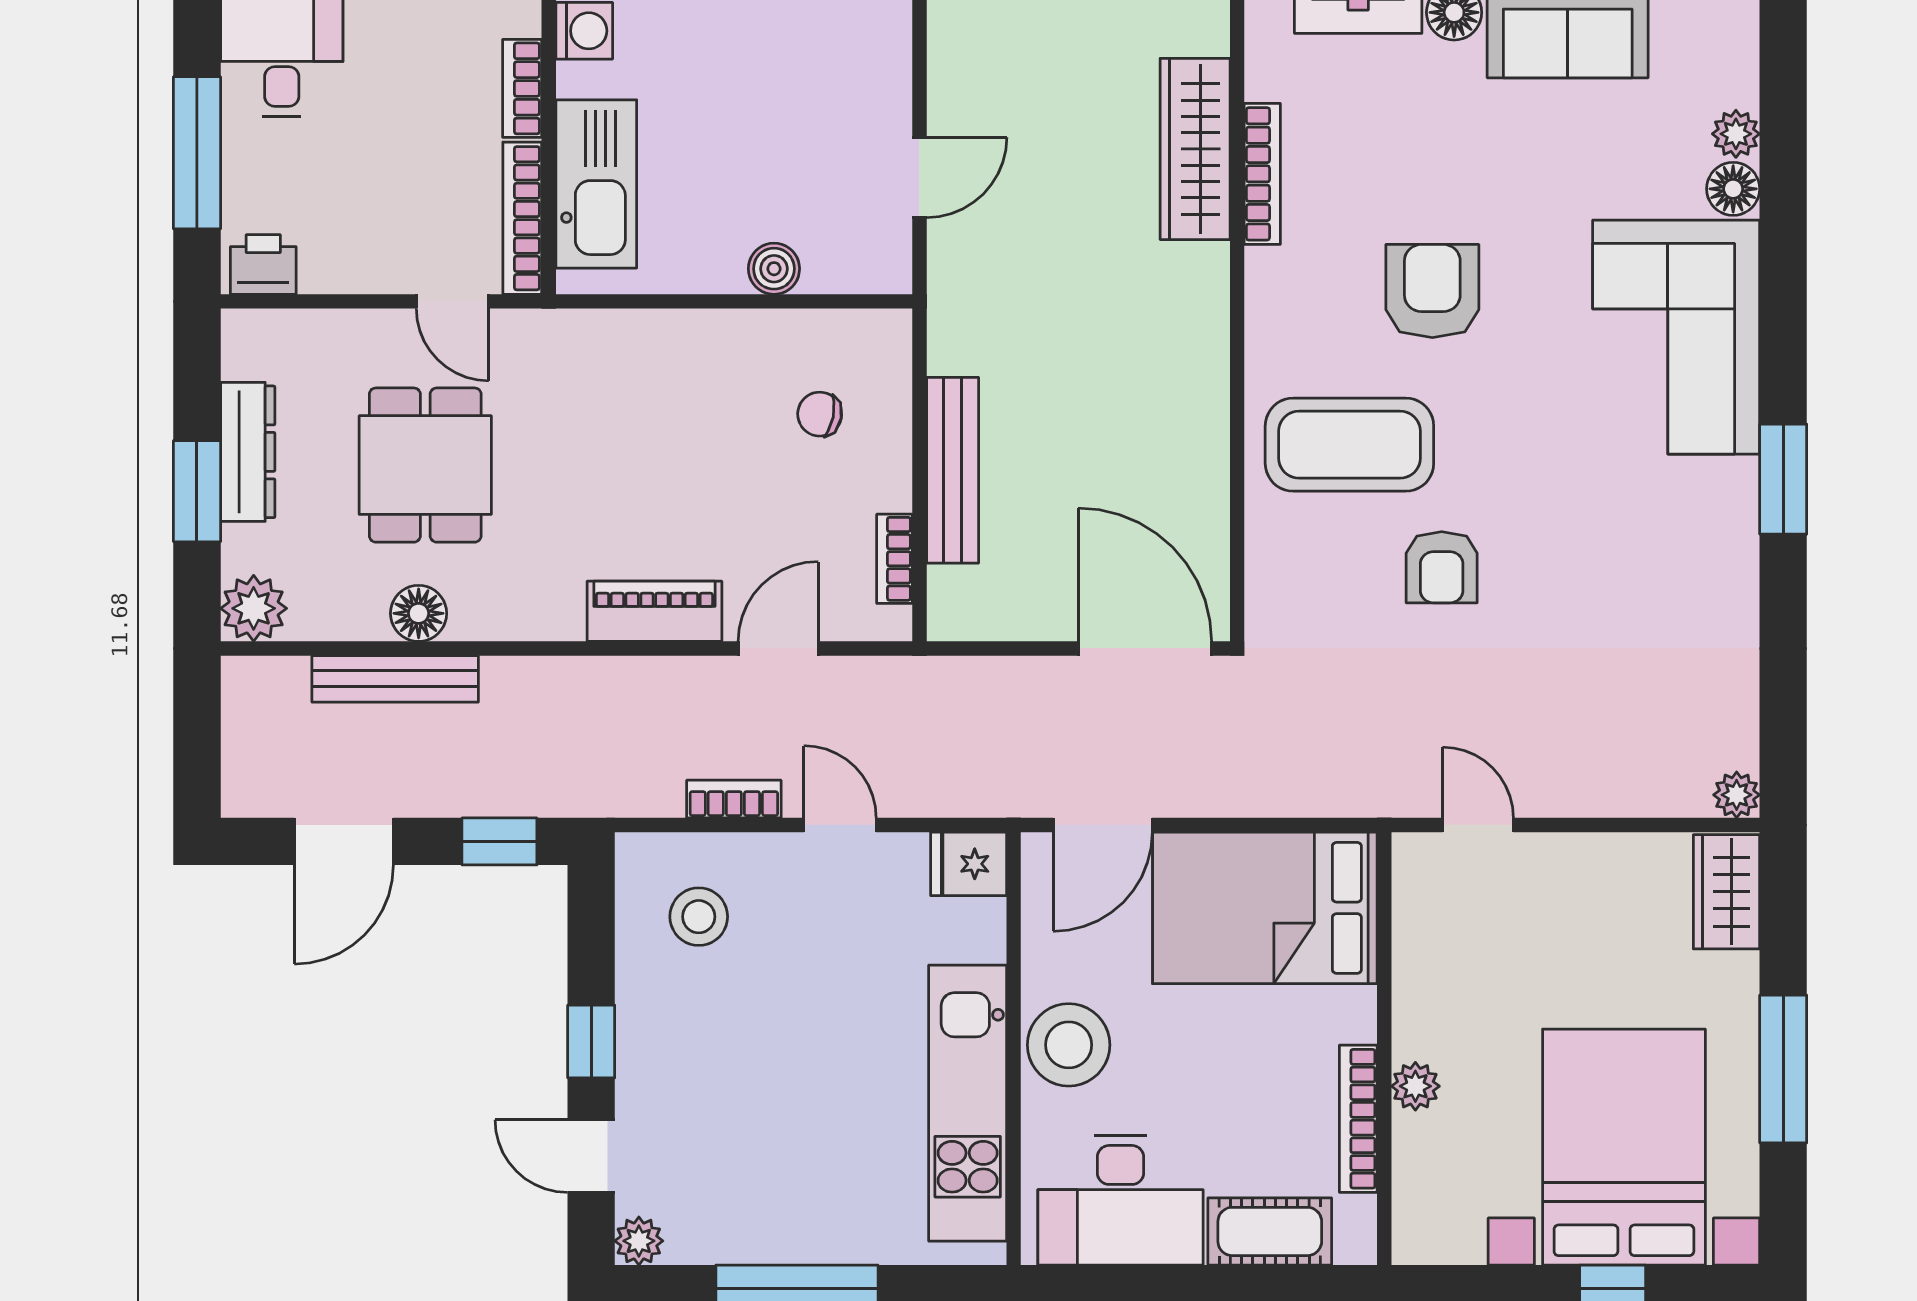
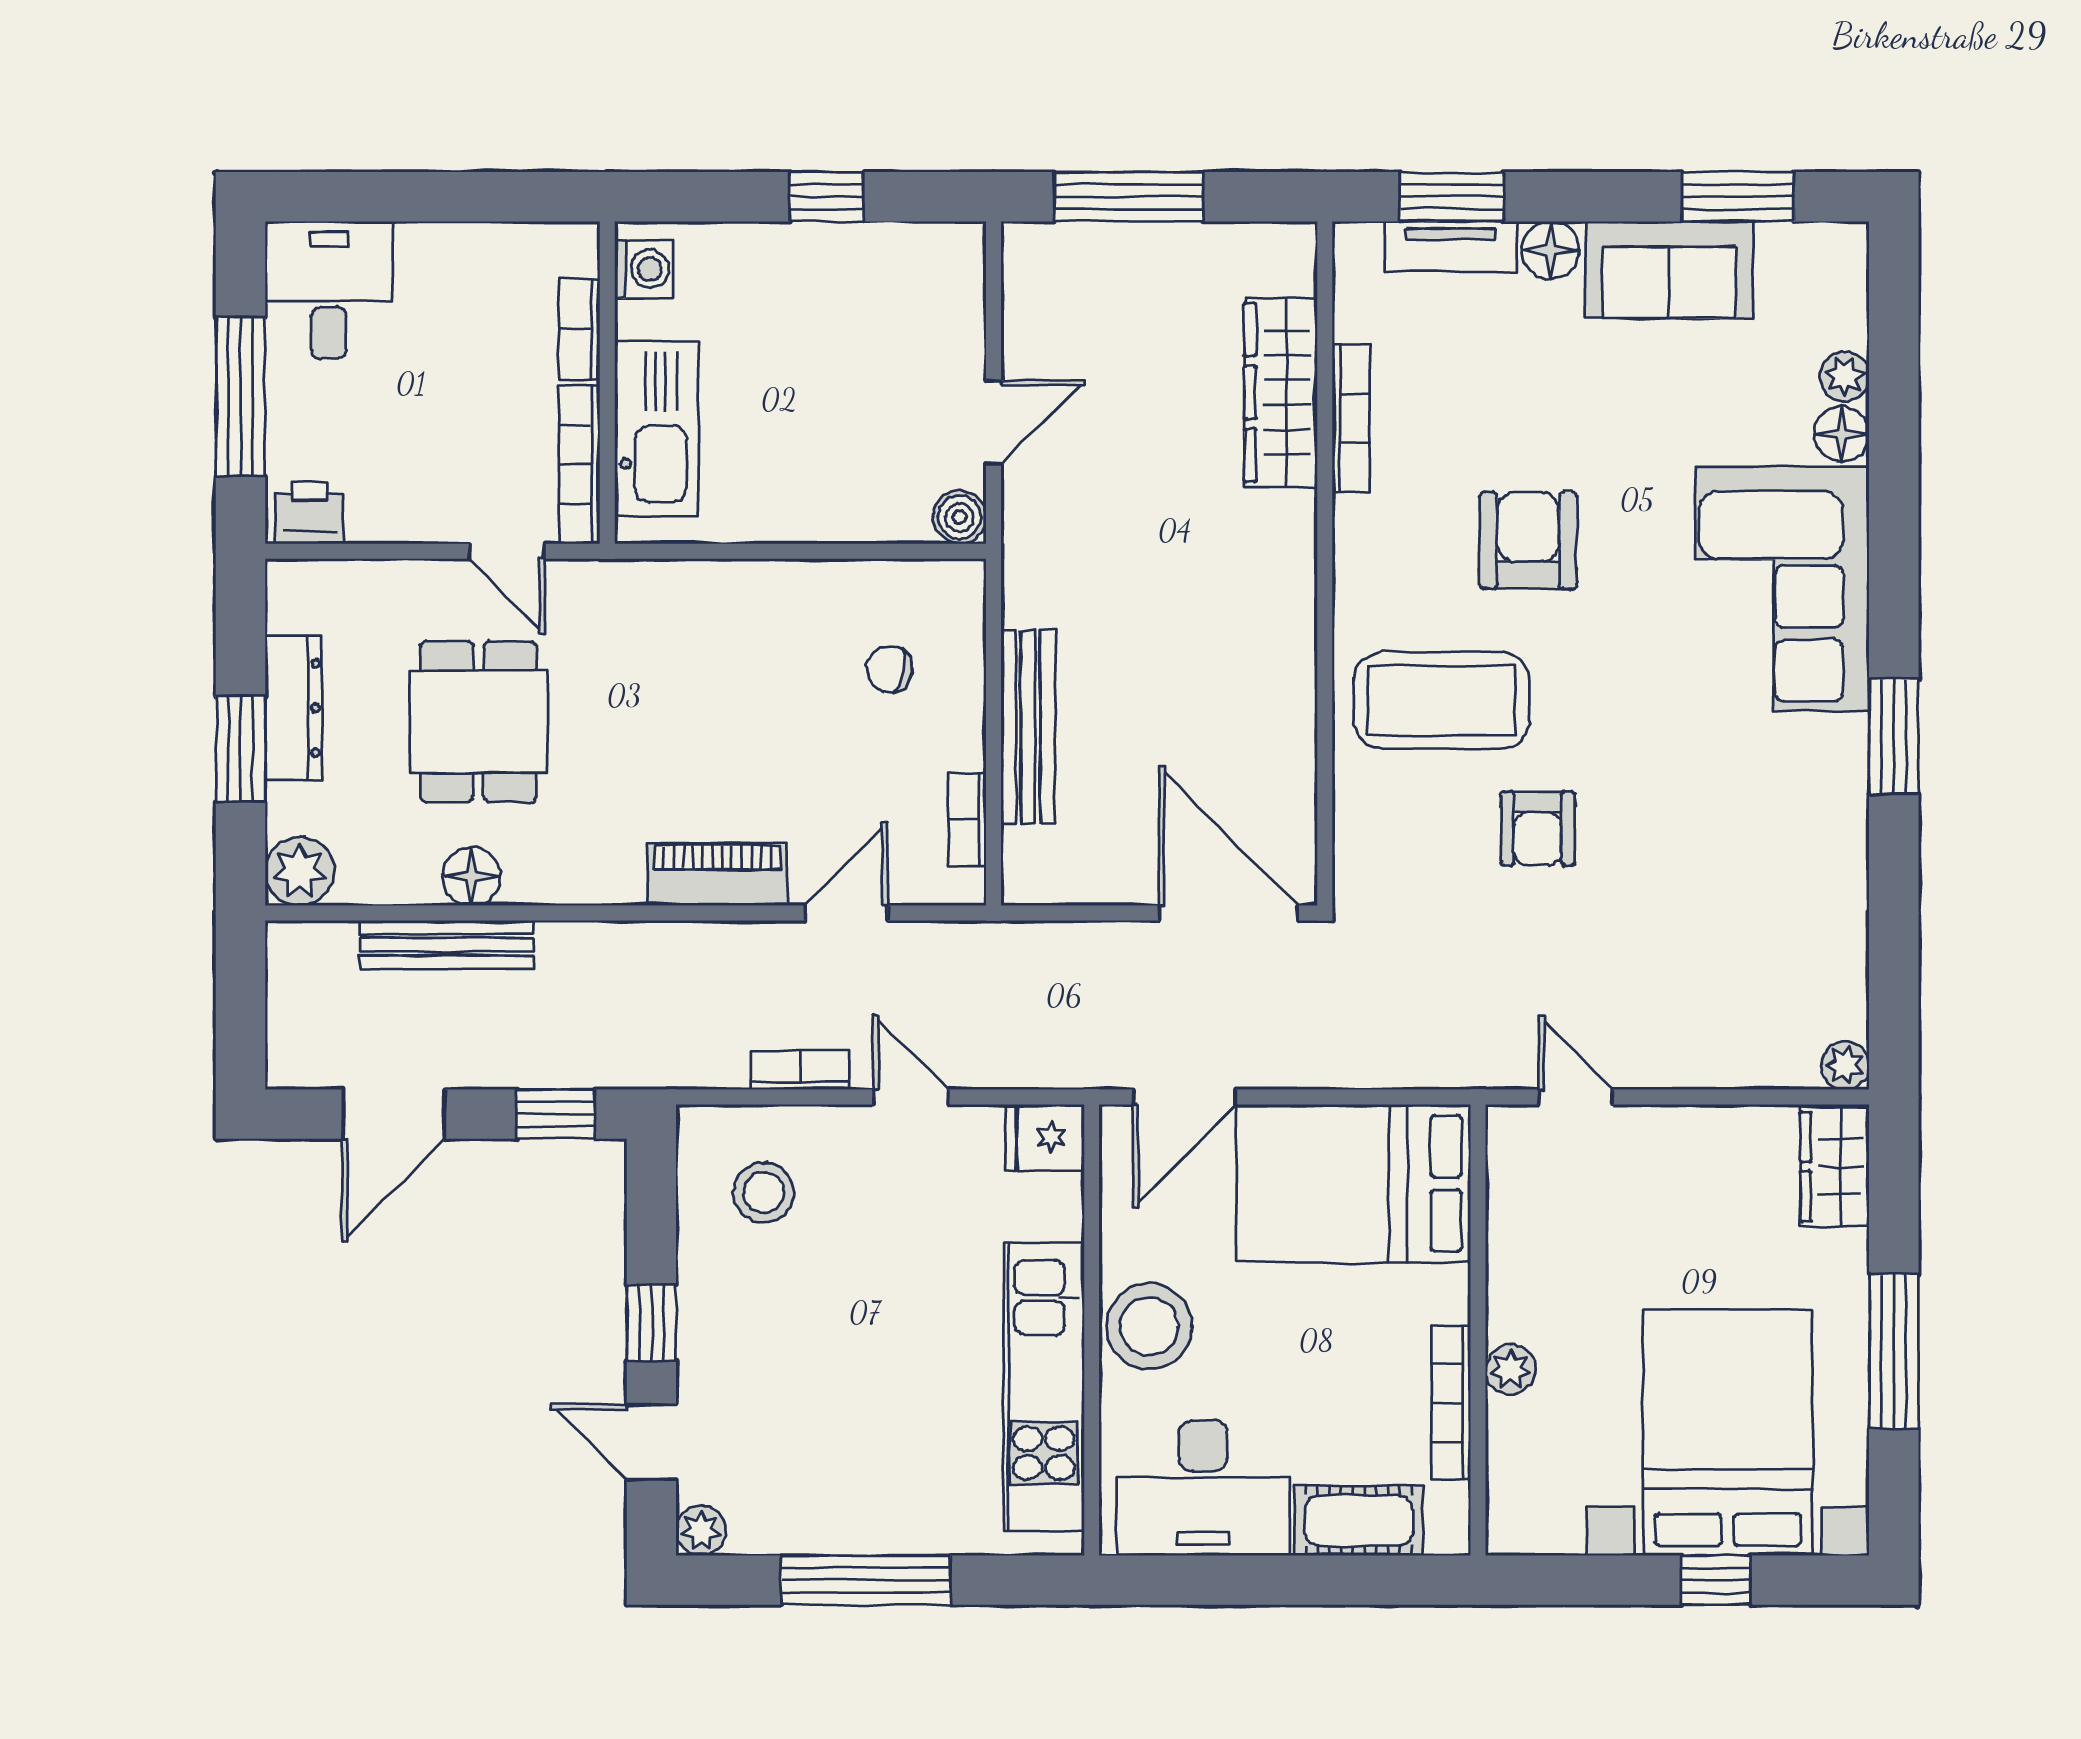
boiler: (774, 269) -> (959, 517), moved

